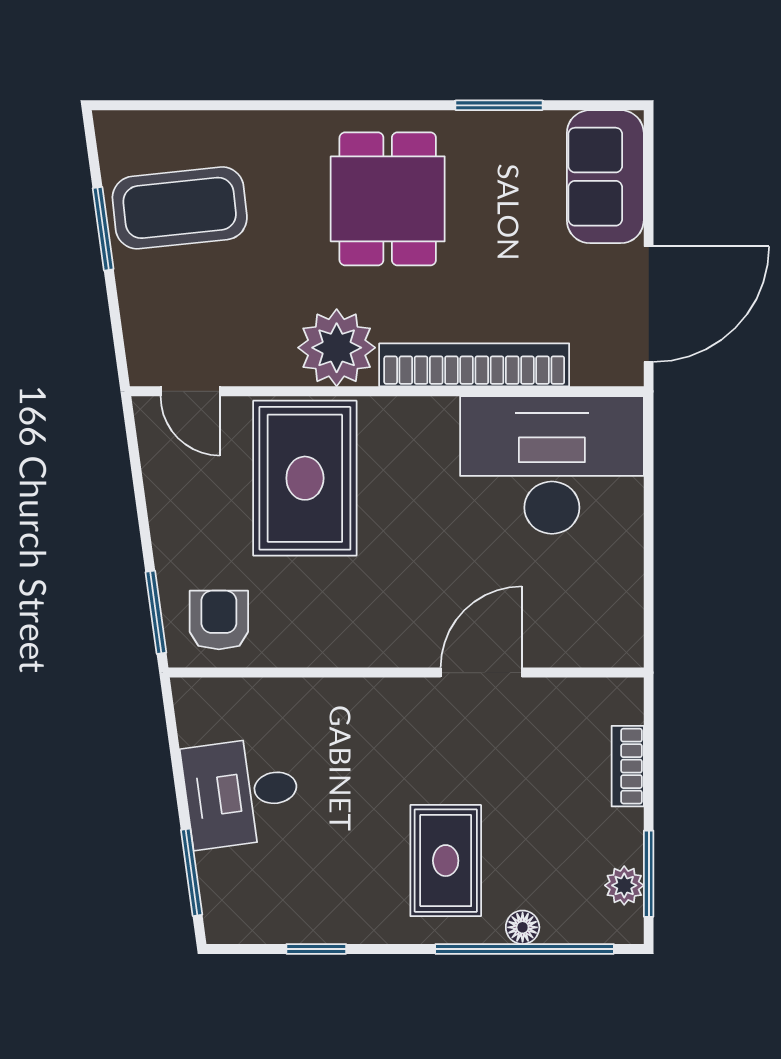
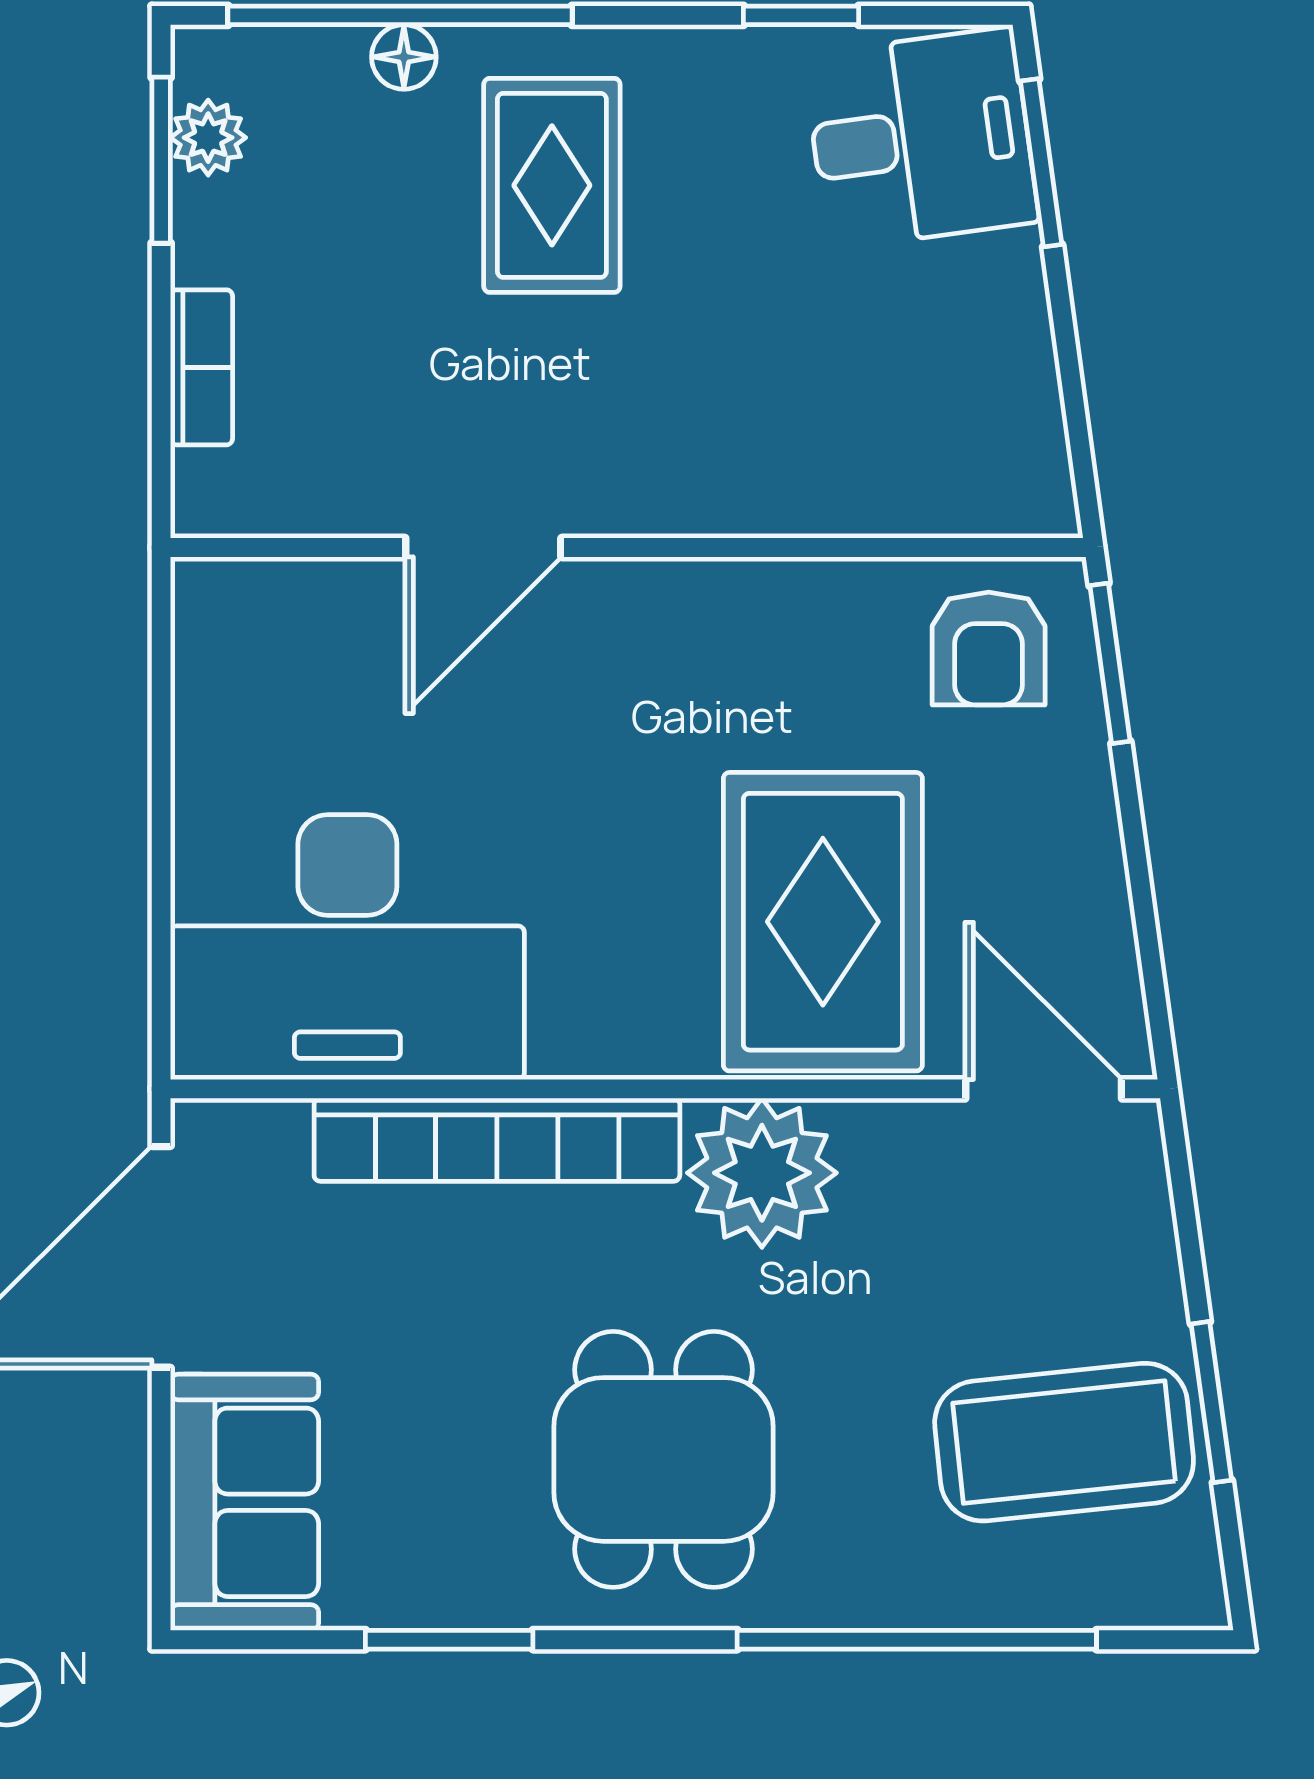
window: (256, 105) -> (917, 1640), added
door: (190, 391) -> (1044, 1089), width x1.38
desk: (241, 792) -> (921, 138), moved

